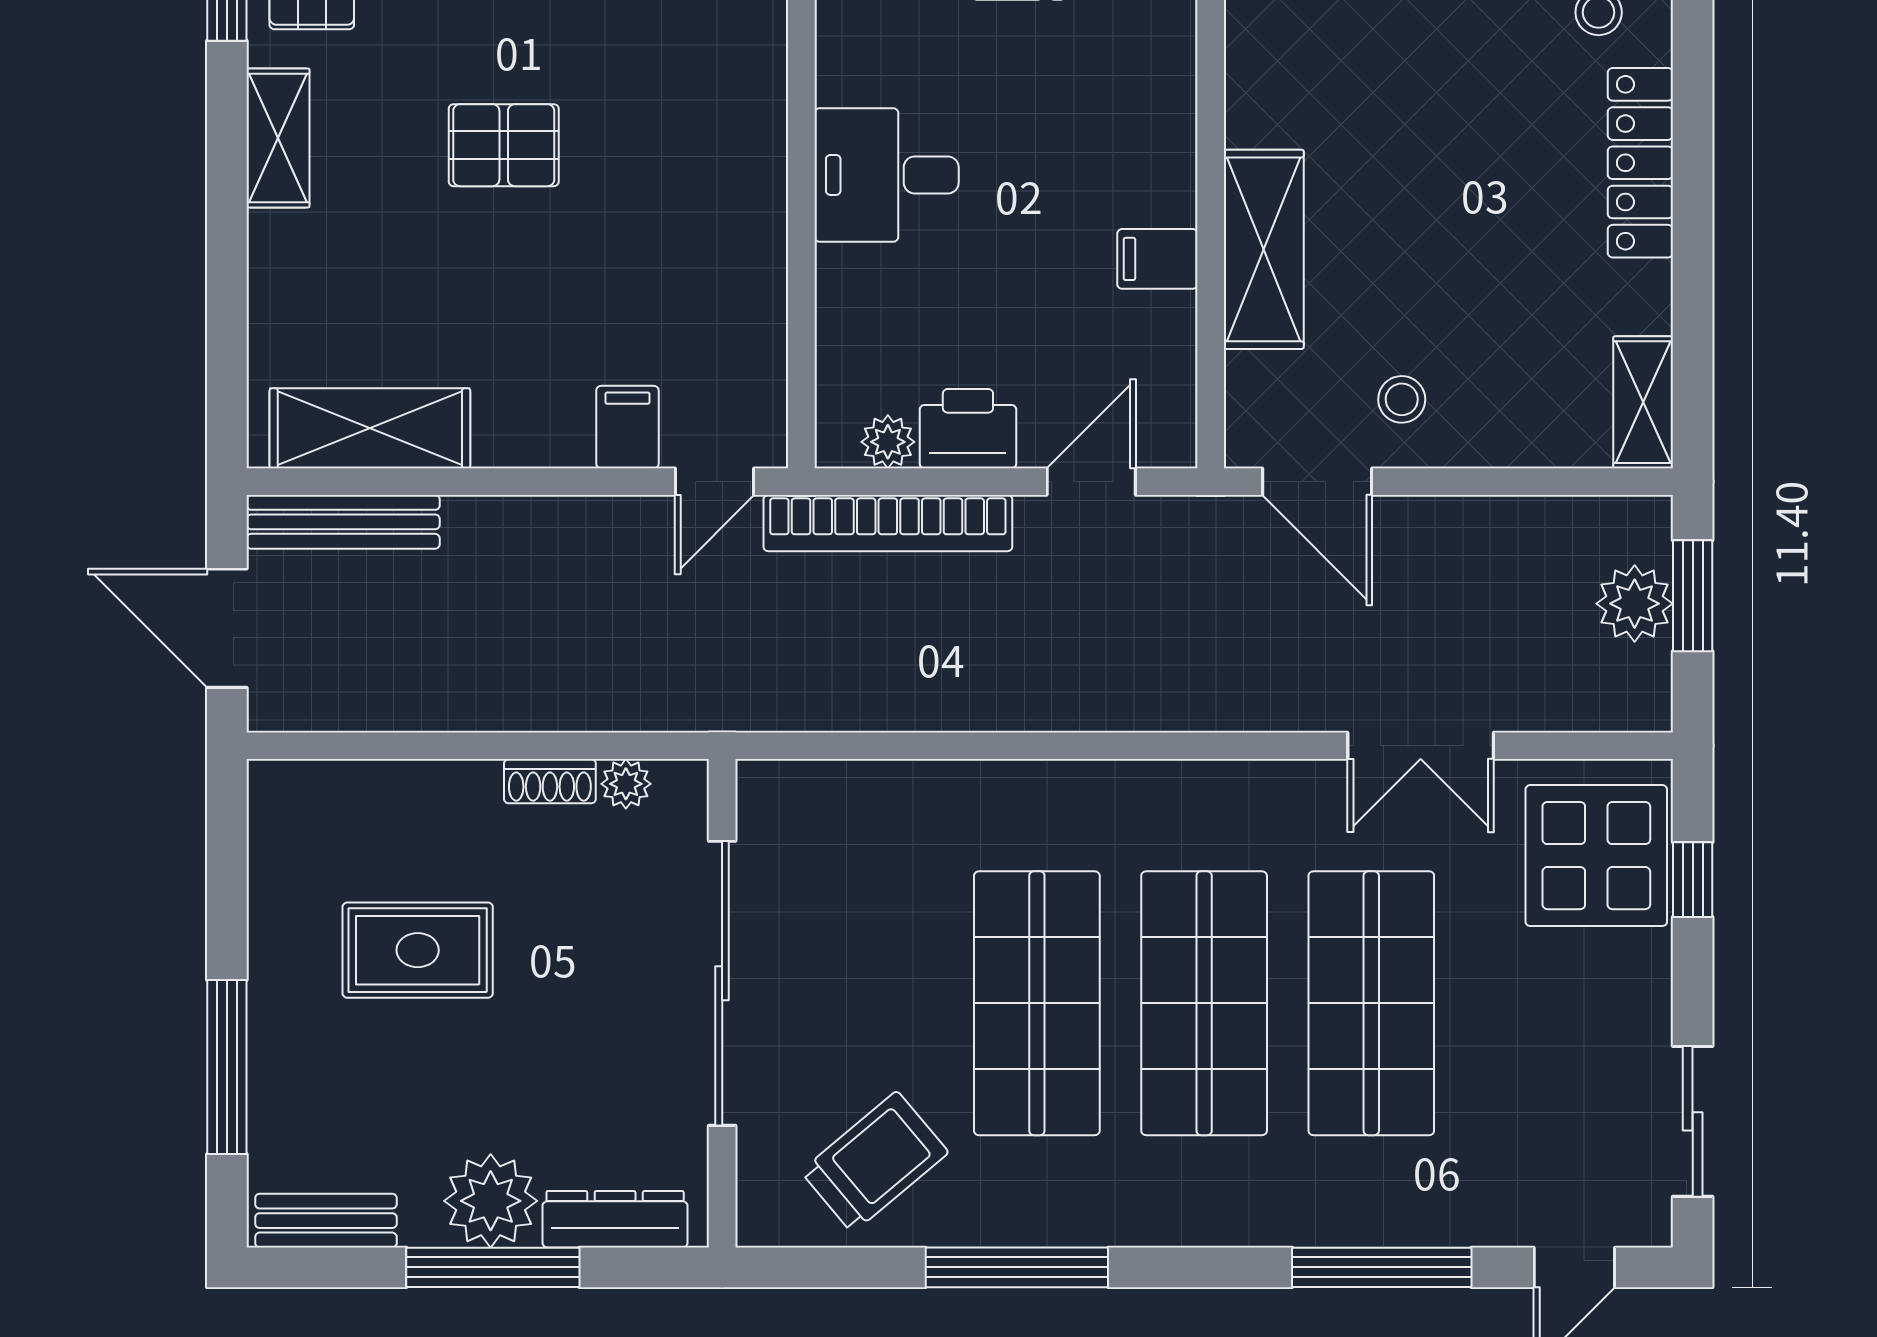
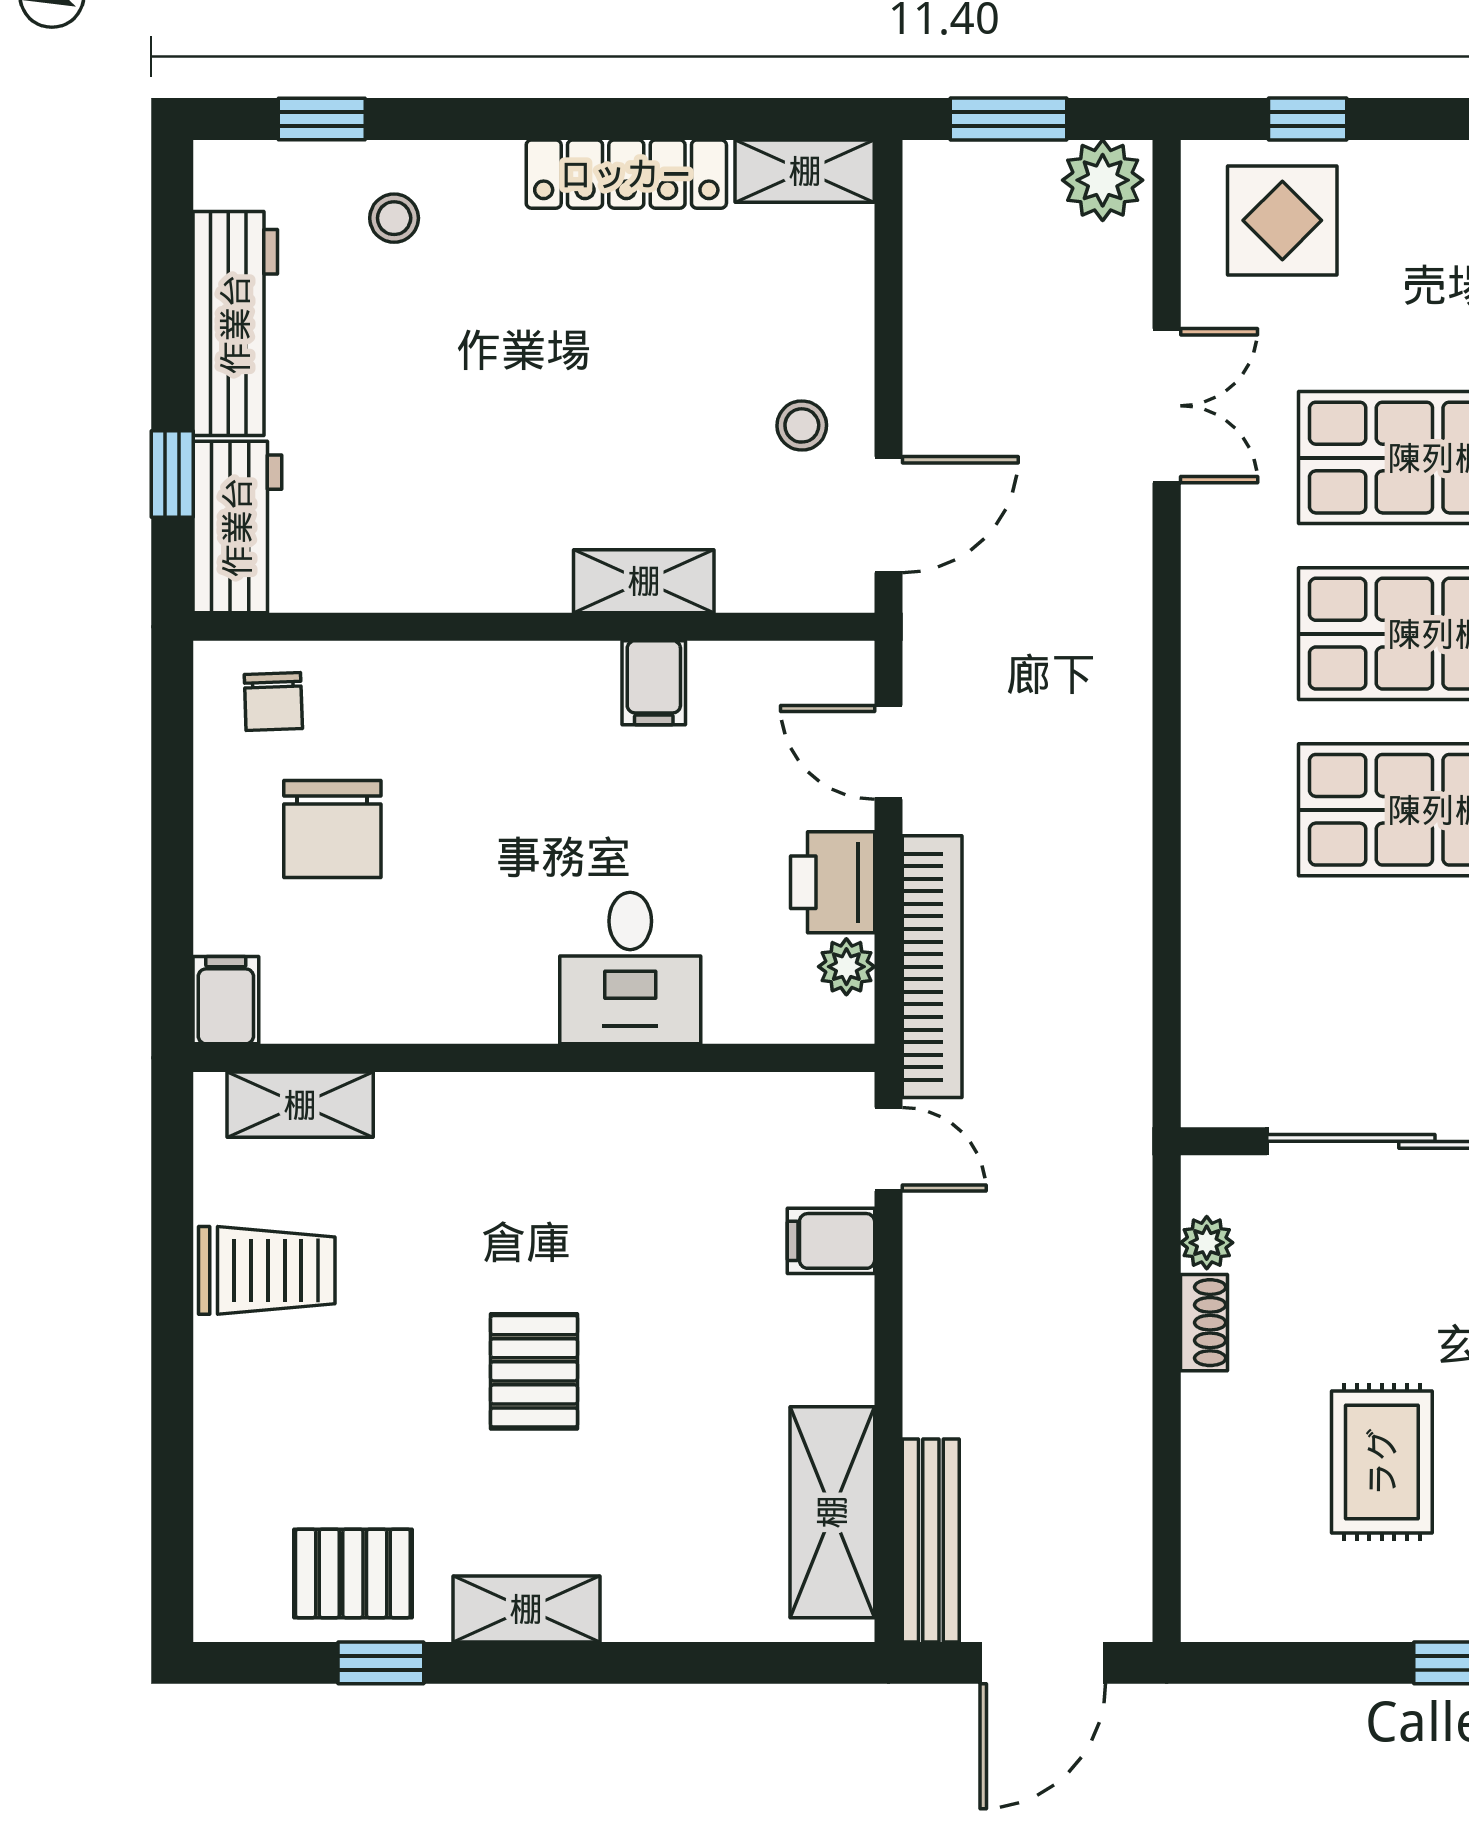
locker: (1640, 163) -> (626, 174), moved
desk: (887, 175) -> (630, 968), moved
shelving: (1264, 249) -> (644, 581), width x0.67, depth x0.75
plant: (1635, 604) -> (1103, 180), moved
display table: (1596, 856) -> (1282, 220), width x0.73, depth x0.73

